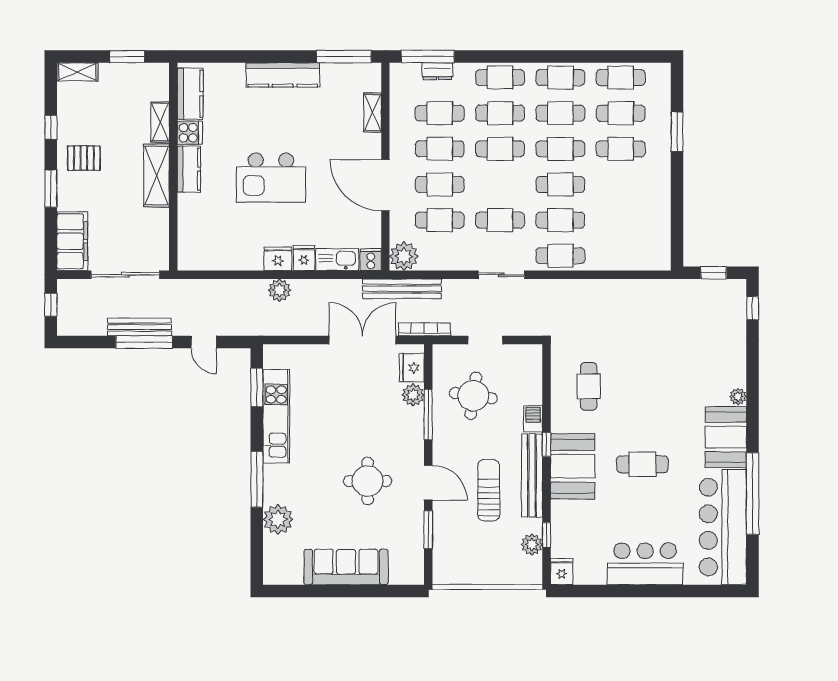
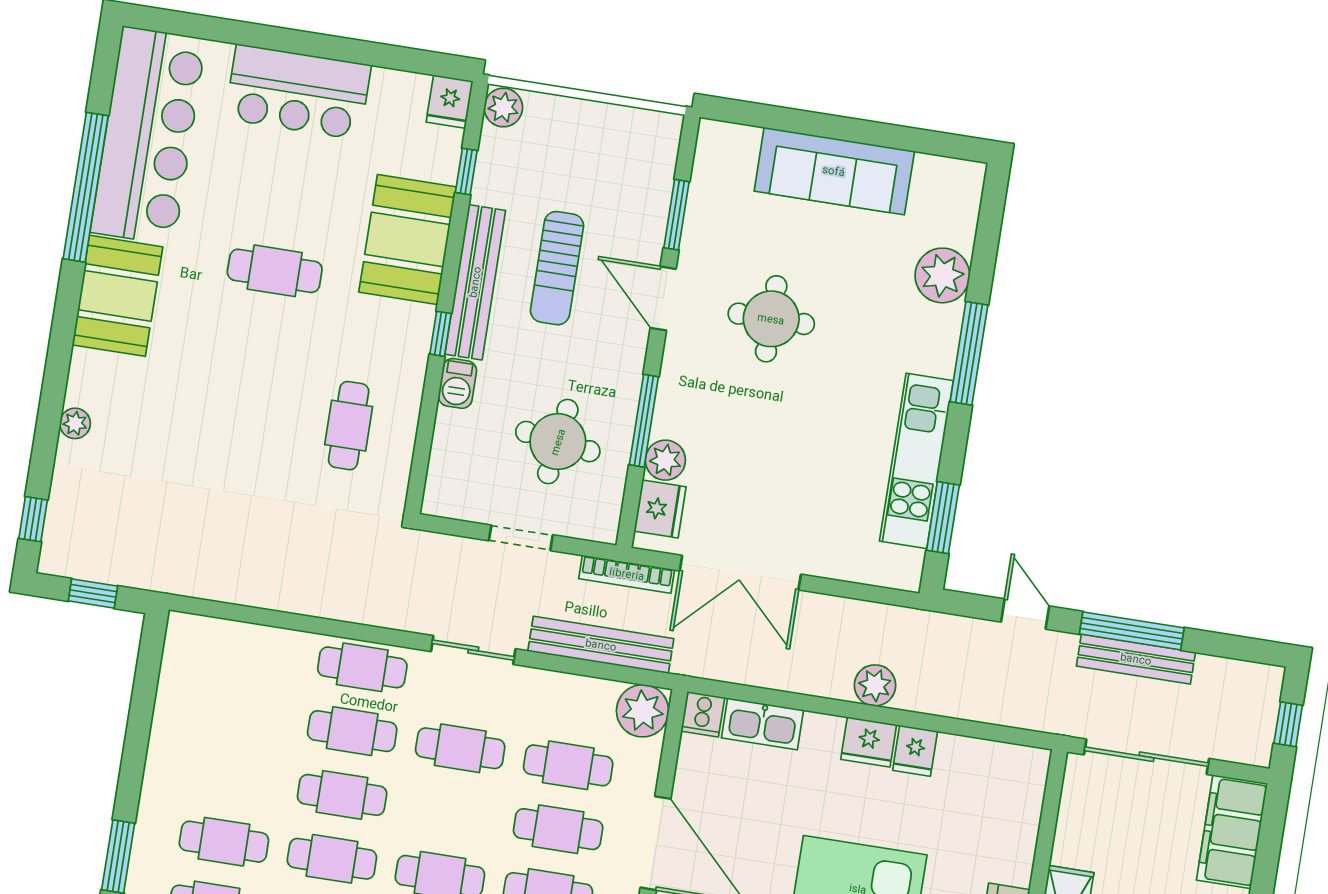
fridge: (304, 258) -> (915, 751), moved
bench: (402, 289) -> (601, 645), moved
plant: (738, 396) -> (75, 423), moved
booth: (573, 466) -> (408, 240), moved
plant: (532, 545) -> (503, 108), moved

